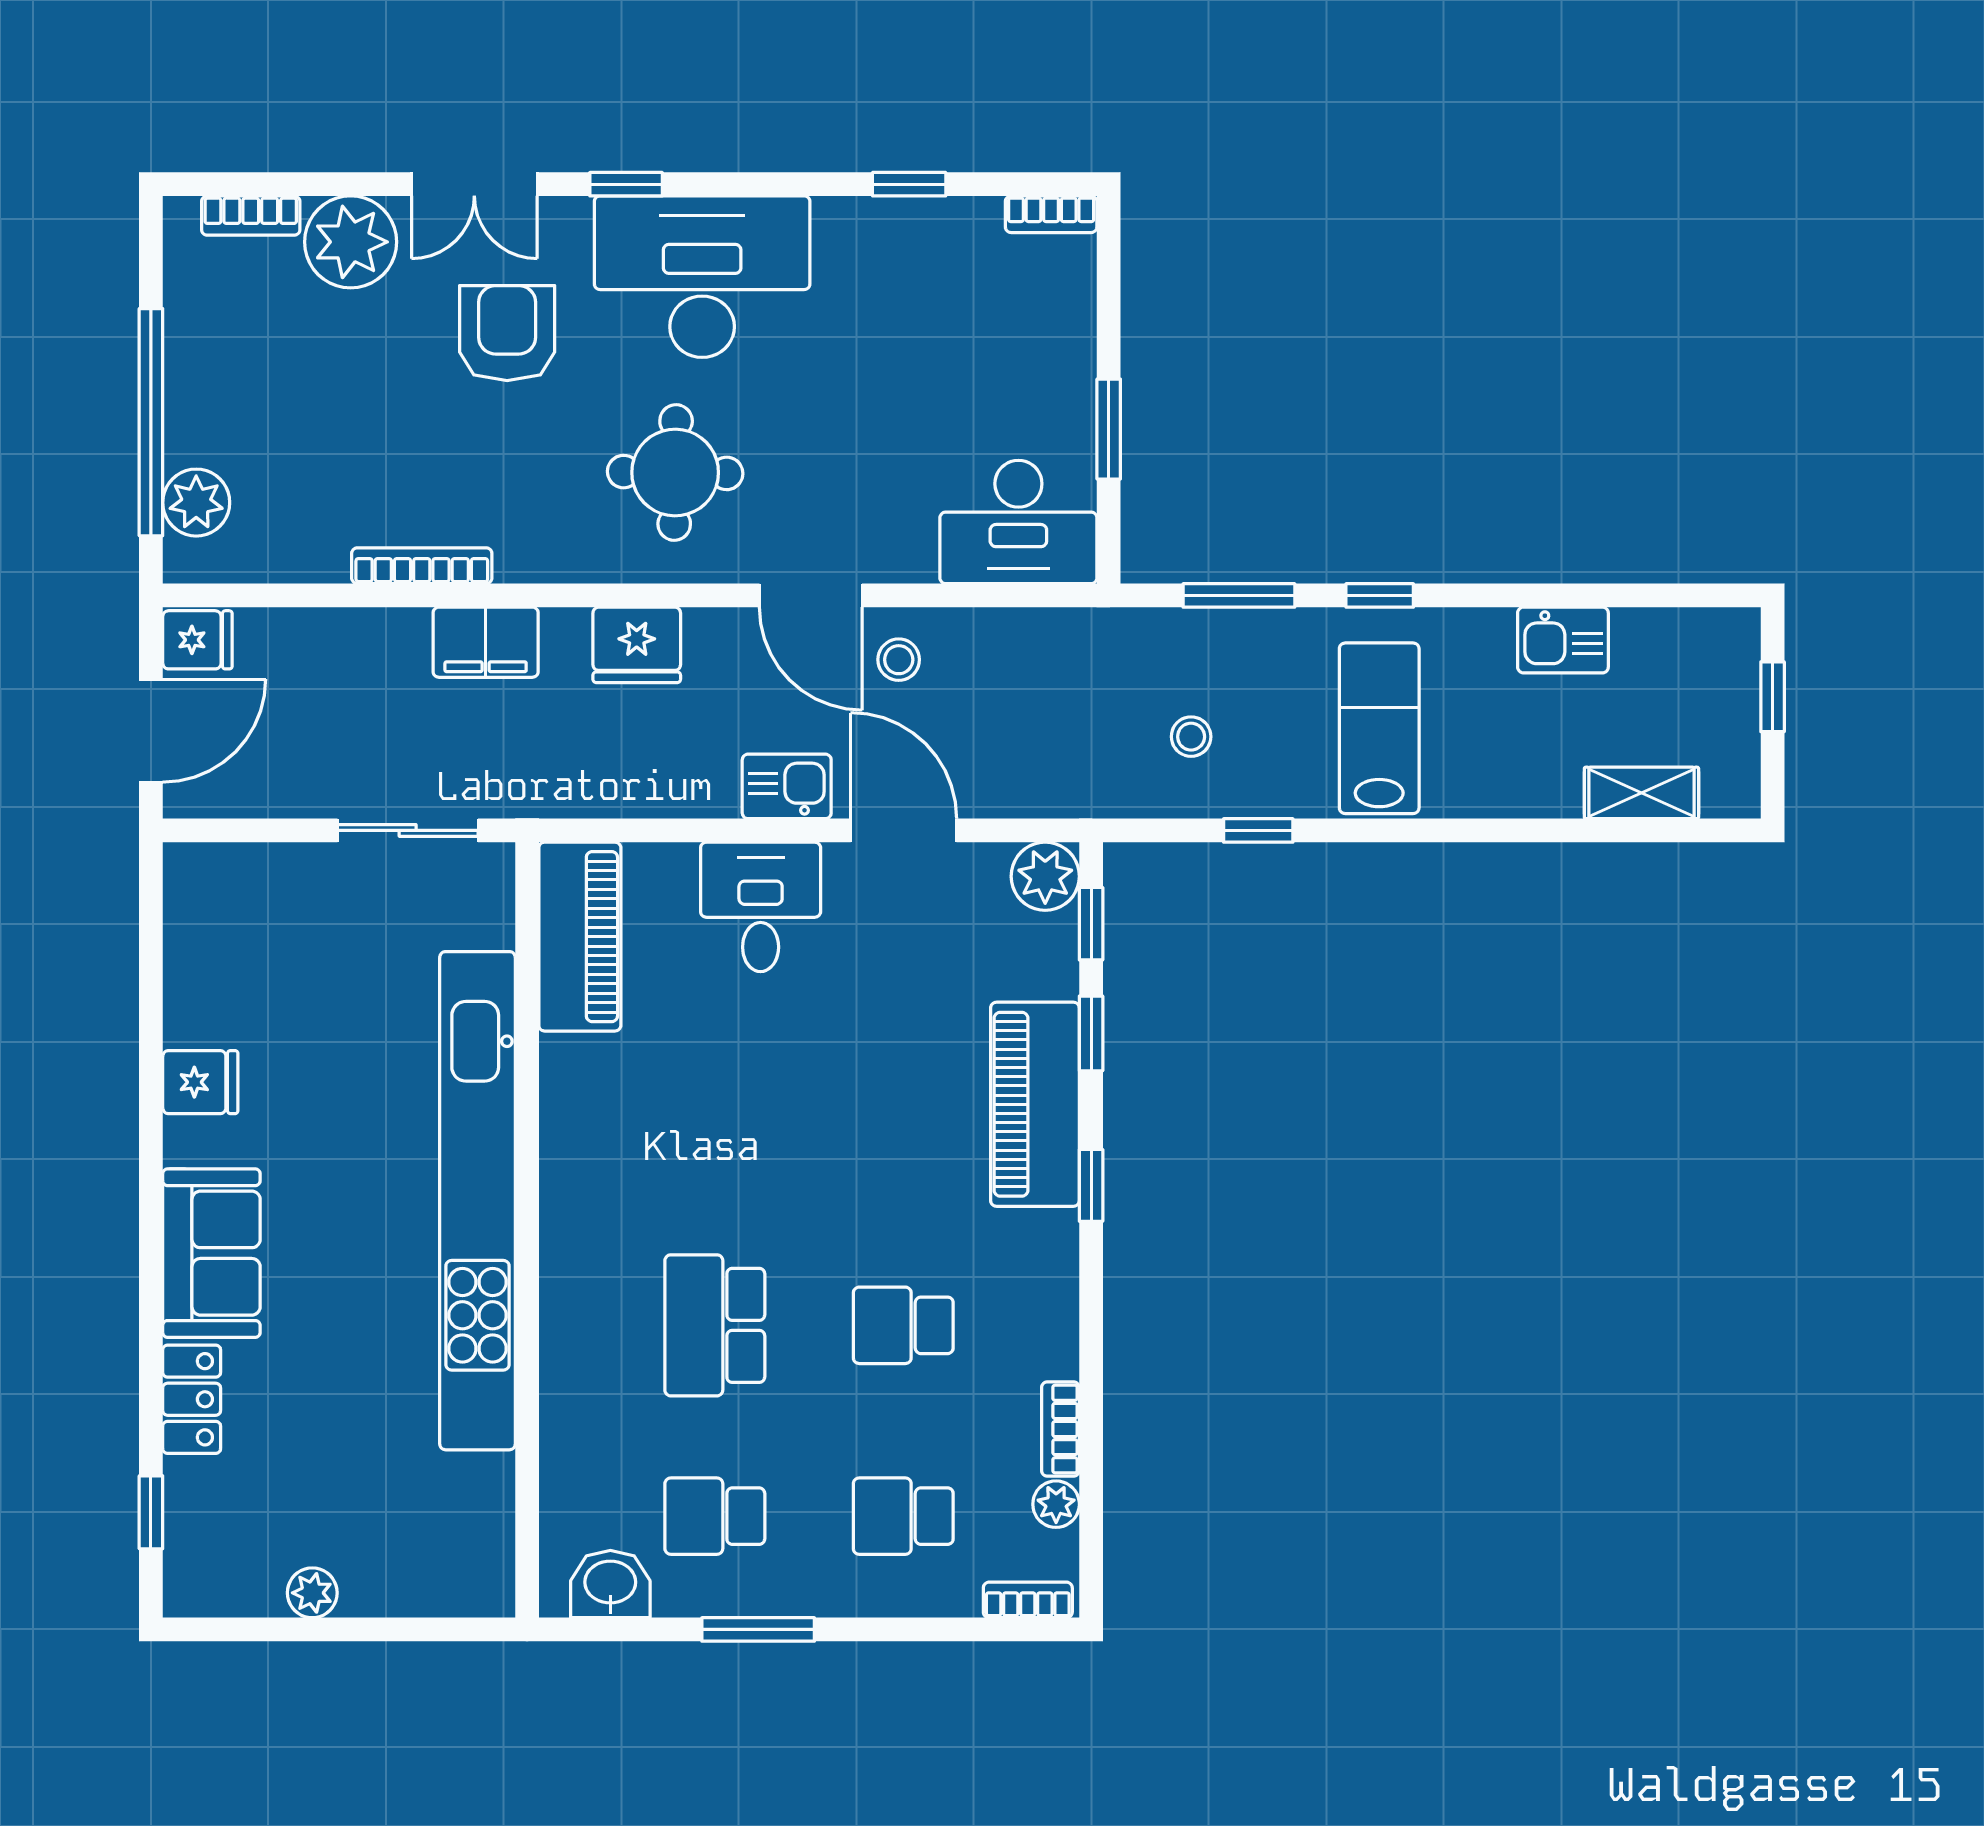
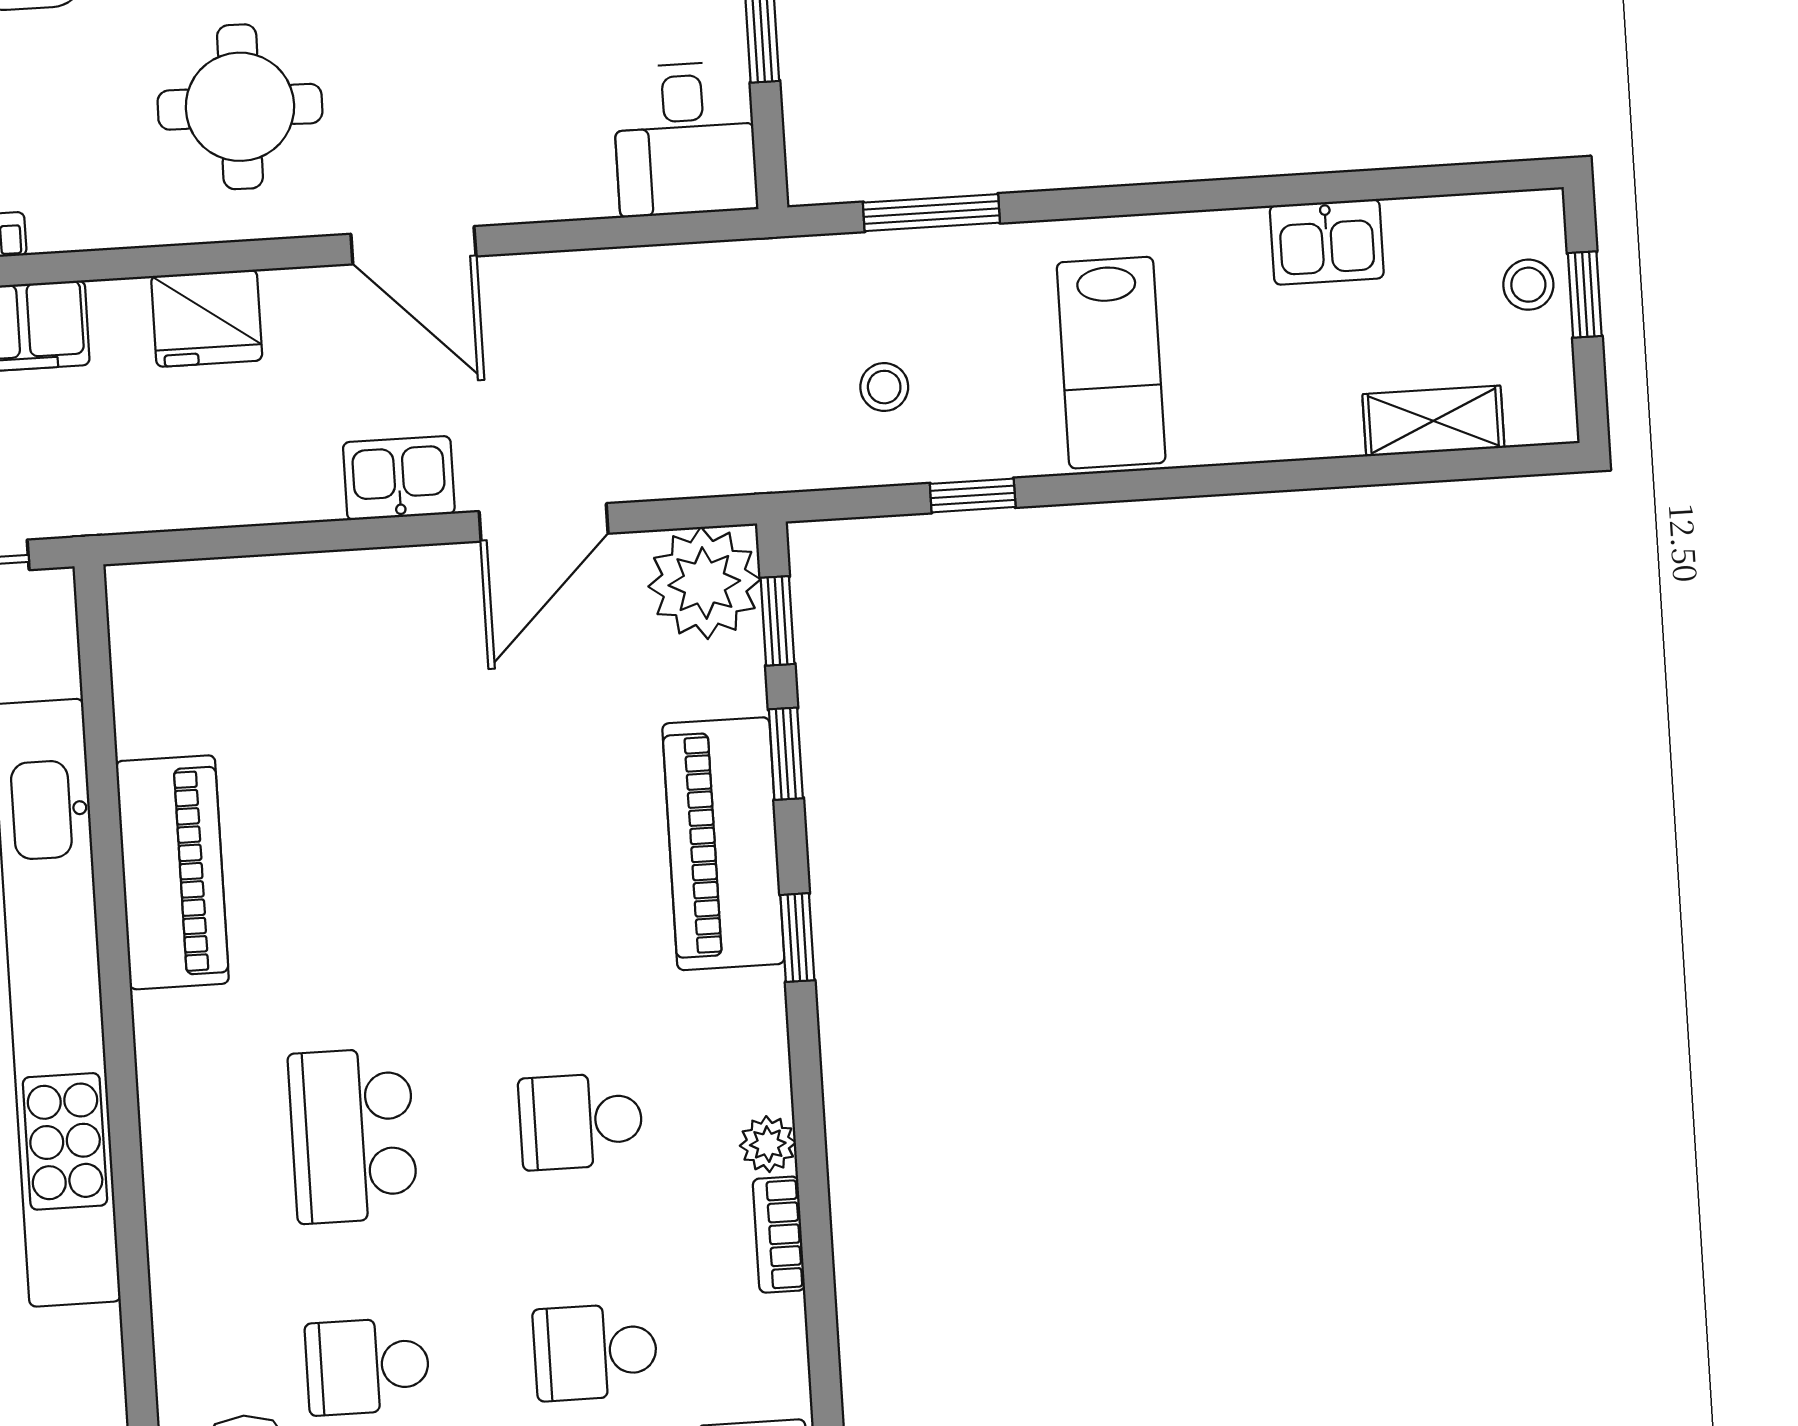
desk: (1018, 522) -> (685, 139), width x0.73
window: (1380, 595) -> (1102, 202), removed
stool: (899, 660) -> (1528, 285), moved
lab bench: (1379, 728) -> (1111, 363), turned 180
door: (904, 830) -> (544, 522), swing flipped
plant: (1045, 876) -> (704, 583), width x1.36, depth x1.36
desk: (761, 907) -> (376, 626), removed
piano: (580, 937) -> (172, 872), moved
plant: (1056, 1504) -> (768, 1144), moved

